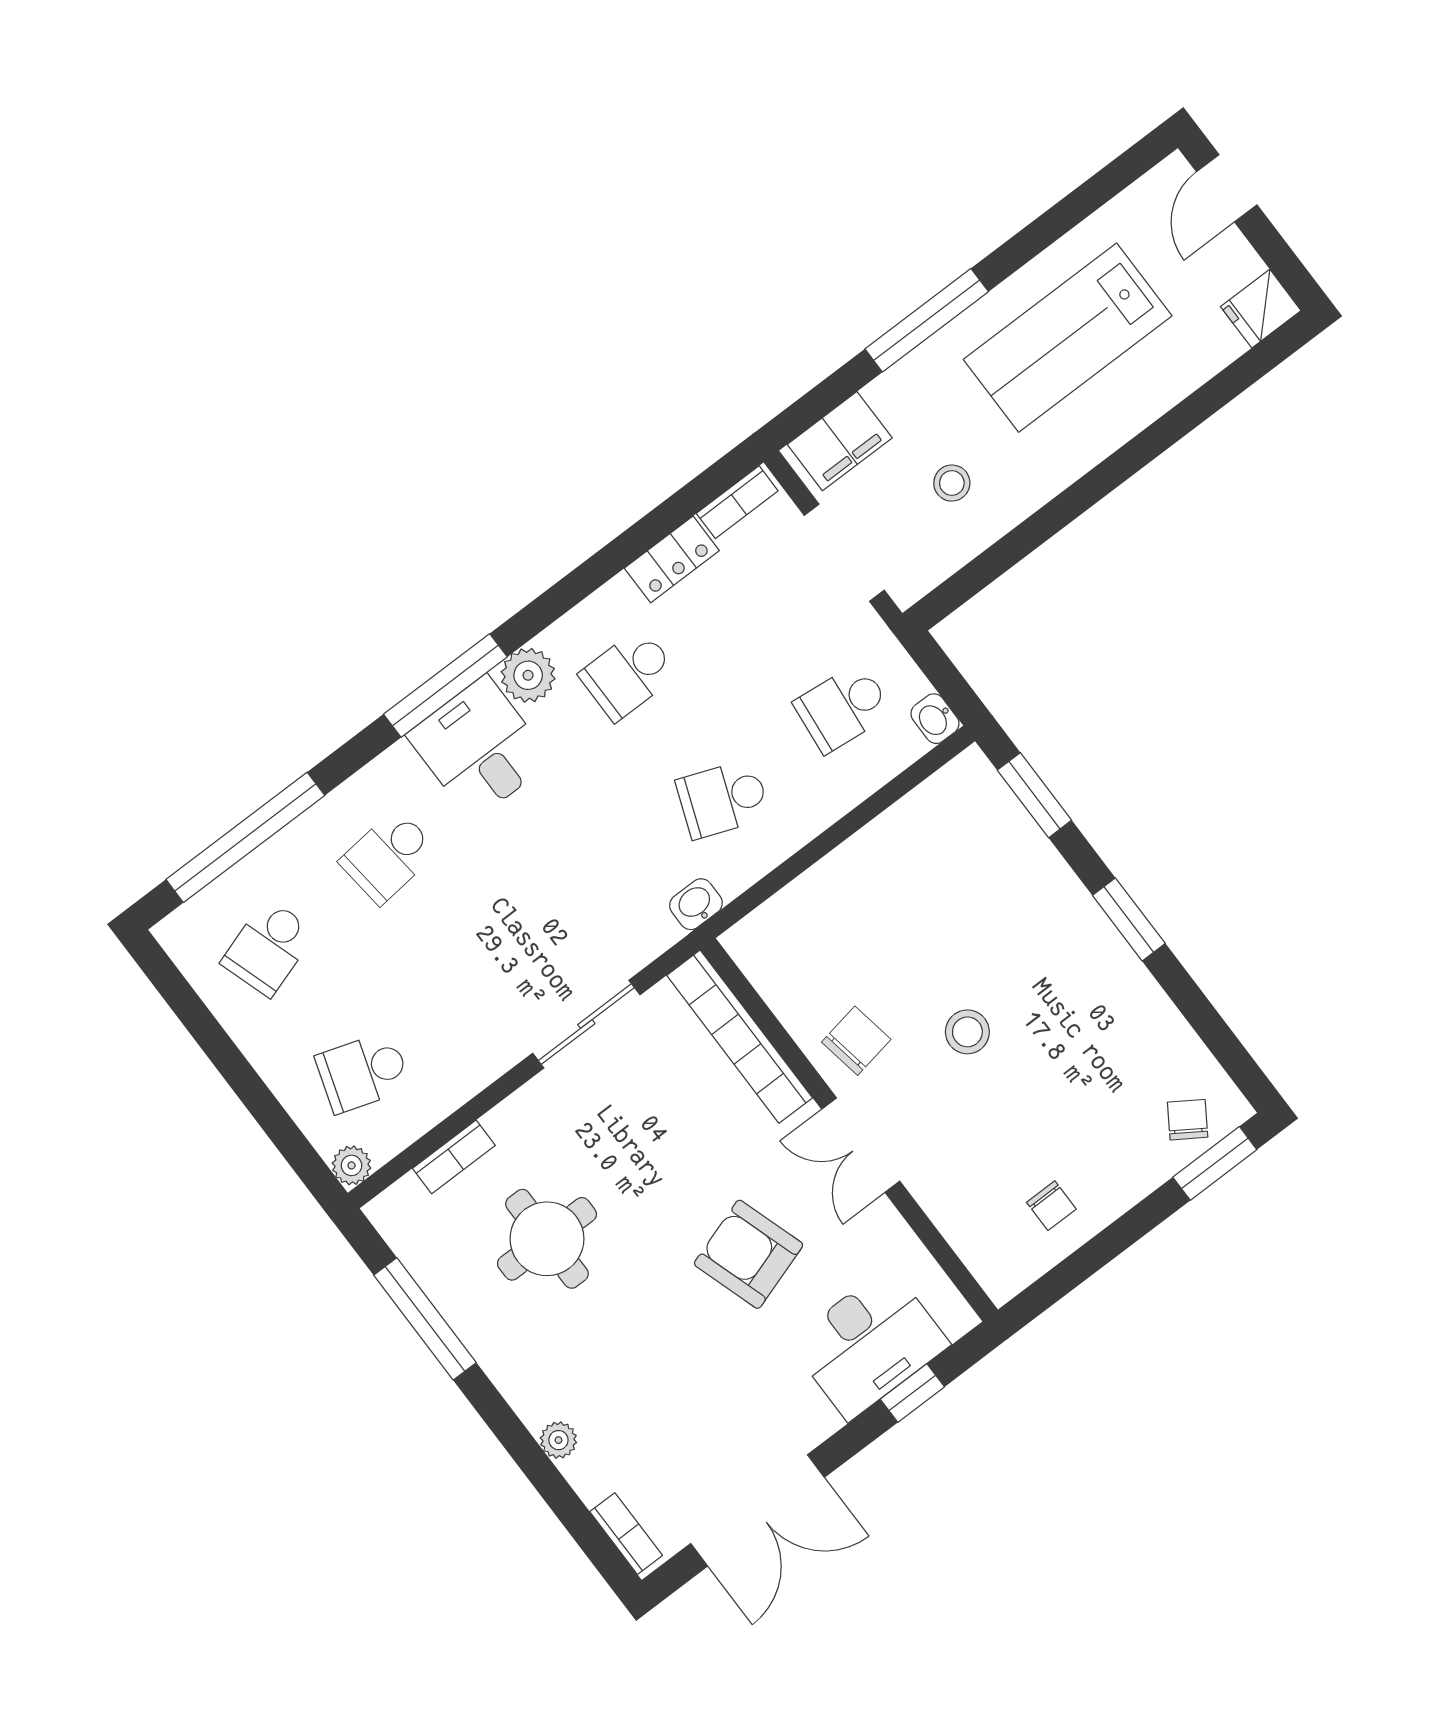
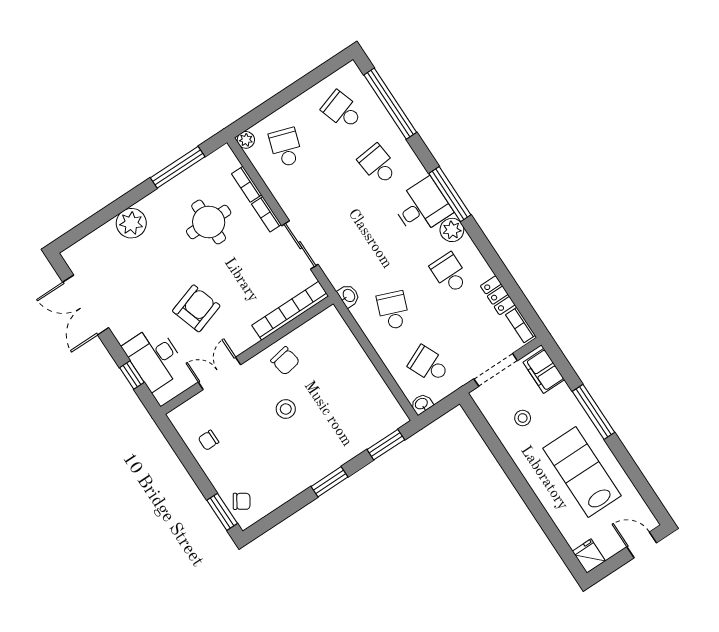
school desk: (843, 708) -> (429, 365), turned -30
double door: (861, 1145) -> (219, 373), moved
plant: (558, 1440) -> (131, 223), width x1.88, depth x1.88
bookcase: (626, 1534) -> (267, 214), moved, turned 90

